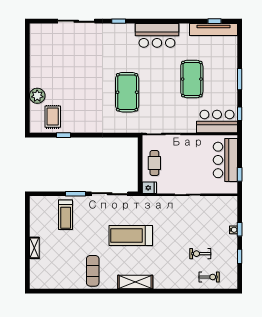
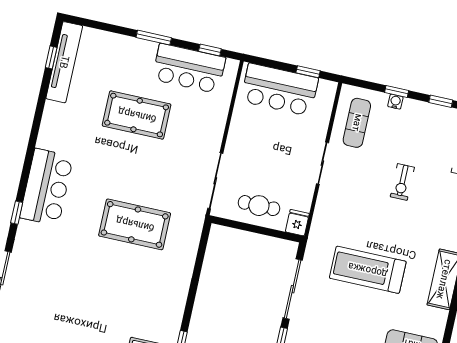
bar counter: (157, 35) -> (47, 187), moved
bar counter: (217, 122) -> (189, 68), moved, turned -90
exercise mat: (216, 210) -> (357, 123), added
treadmill: (131, 235) -> (368, 270), turned 90
exercise bike: (200, 254) -> (402, 182), moved

